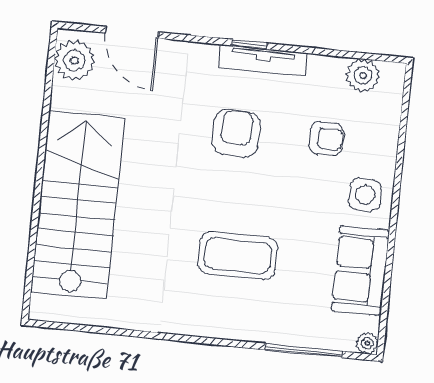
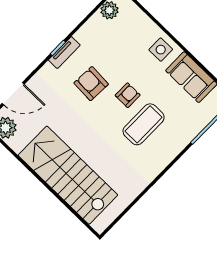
tv unit: (263, 60) -> (64, 53), width x0.71
armchair: (326, 138) -> (128, 95), moved

